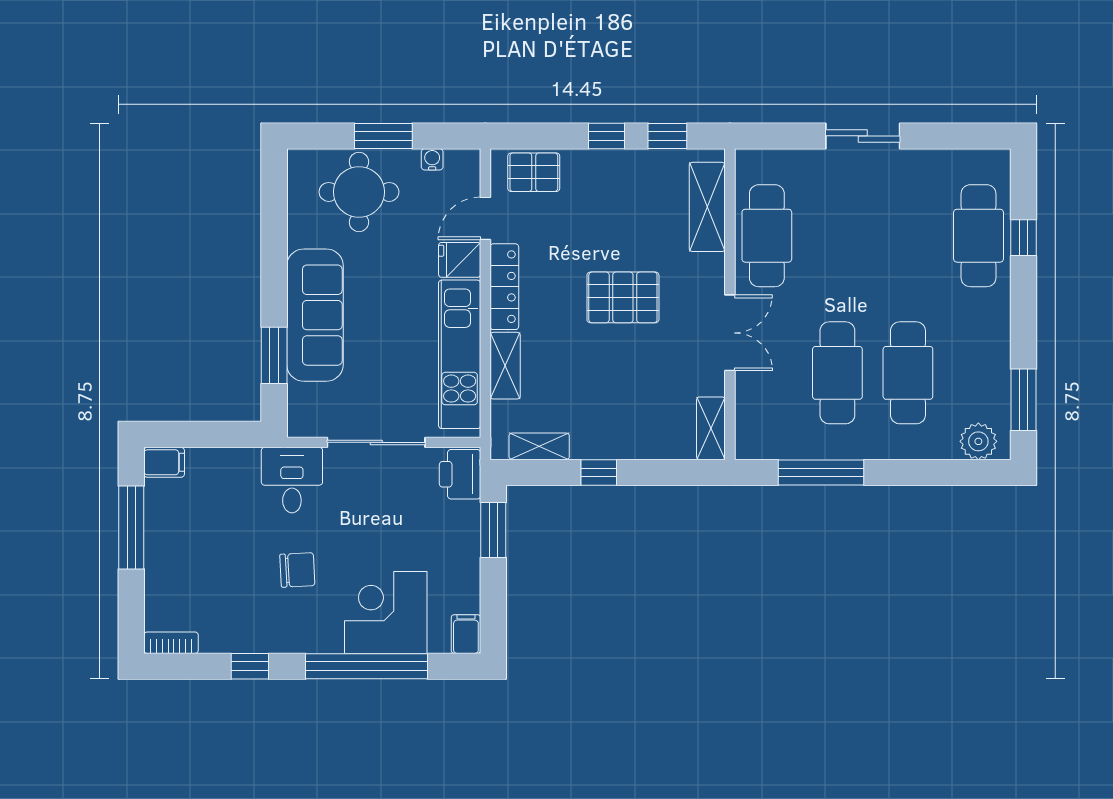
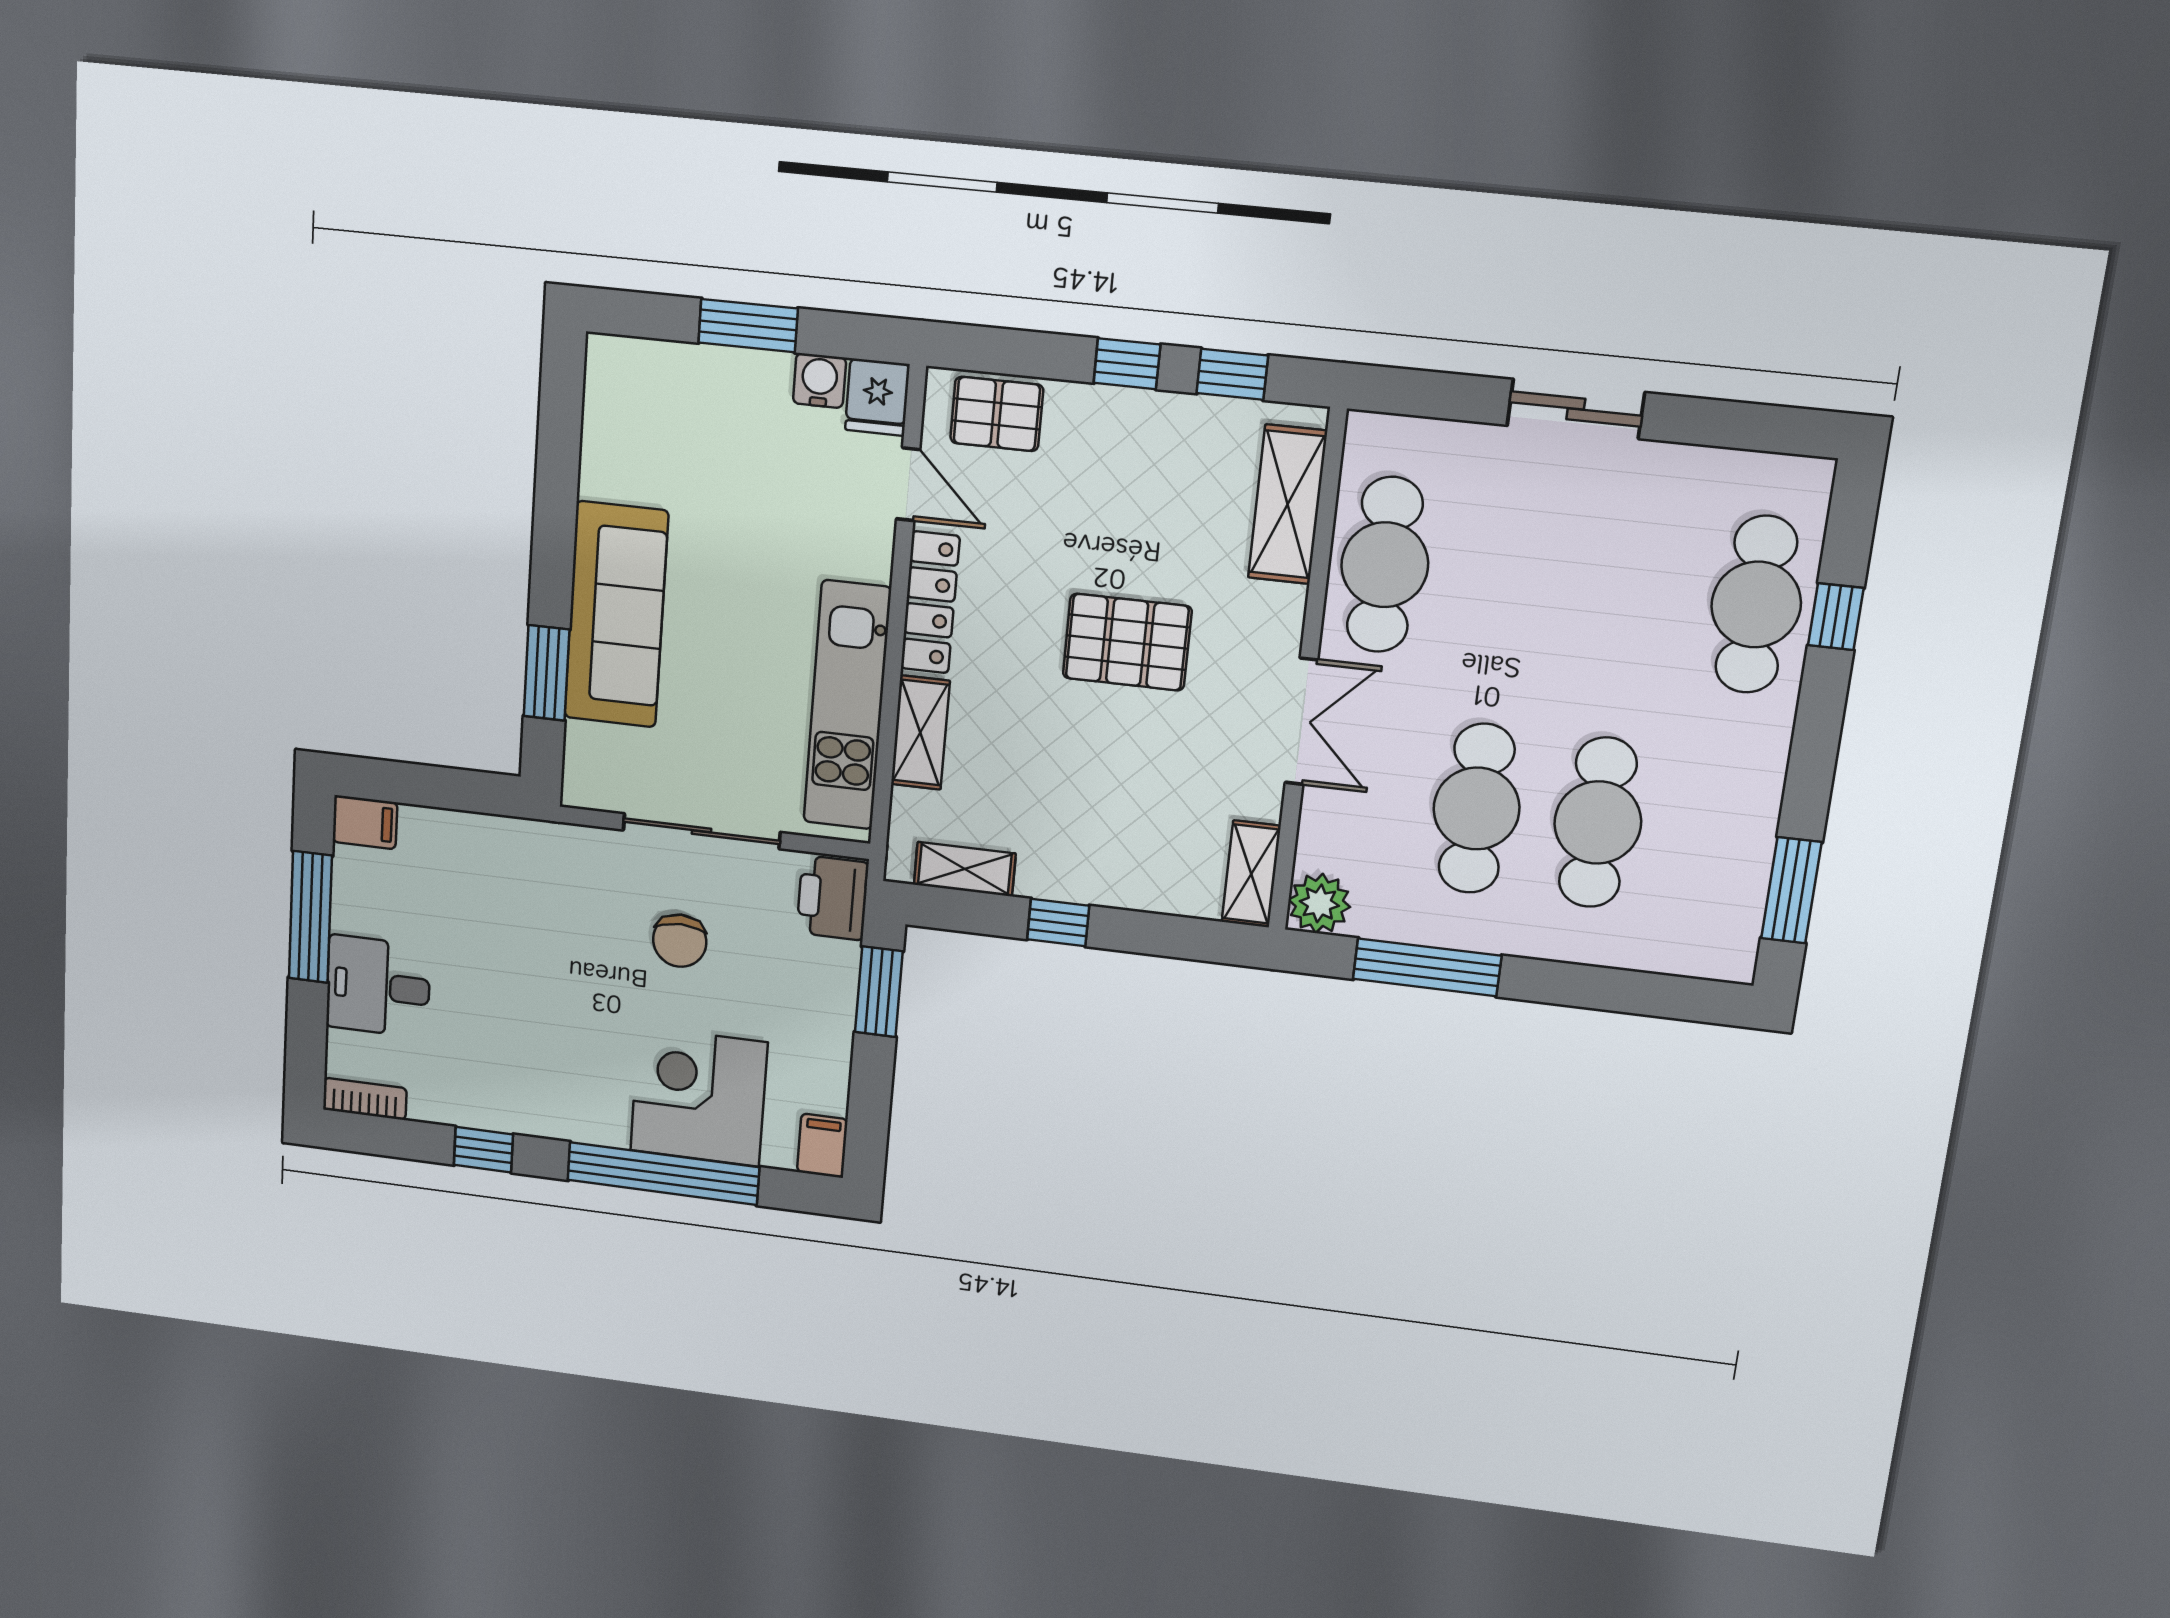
water cooler: (432, 159) -> (819, 381), width x1.38, depth x1.38
round table: (359, 192) -> (701, 417), removed
door: (485, 218) -> (908, 484), swing flipped
fridge: (460, 260) -> (877, 397), moved, turned -90
plant: (978, 441) -> (1319, 903), moved
desk: (292, 480) -> (378, 986), moved, turned -90
chair: (297, 570) -> (680, 941), moved, turned 93

